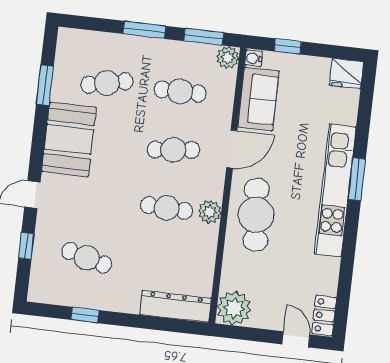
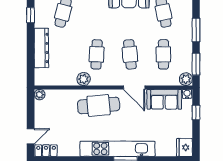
plant: (210, 212) -> (84, 79), moved
dresser: (175, 306) -> (41, 48), moved
plant: (234, 308) -> (40, 95), width x0.53, depth x0.53

